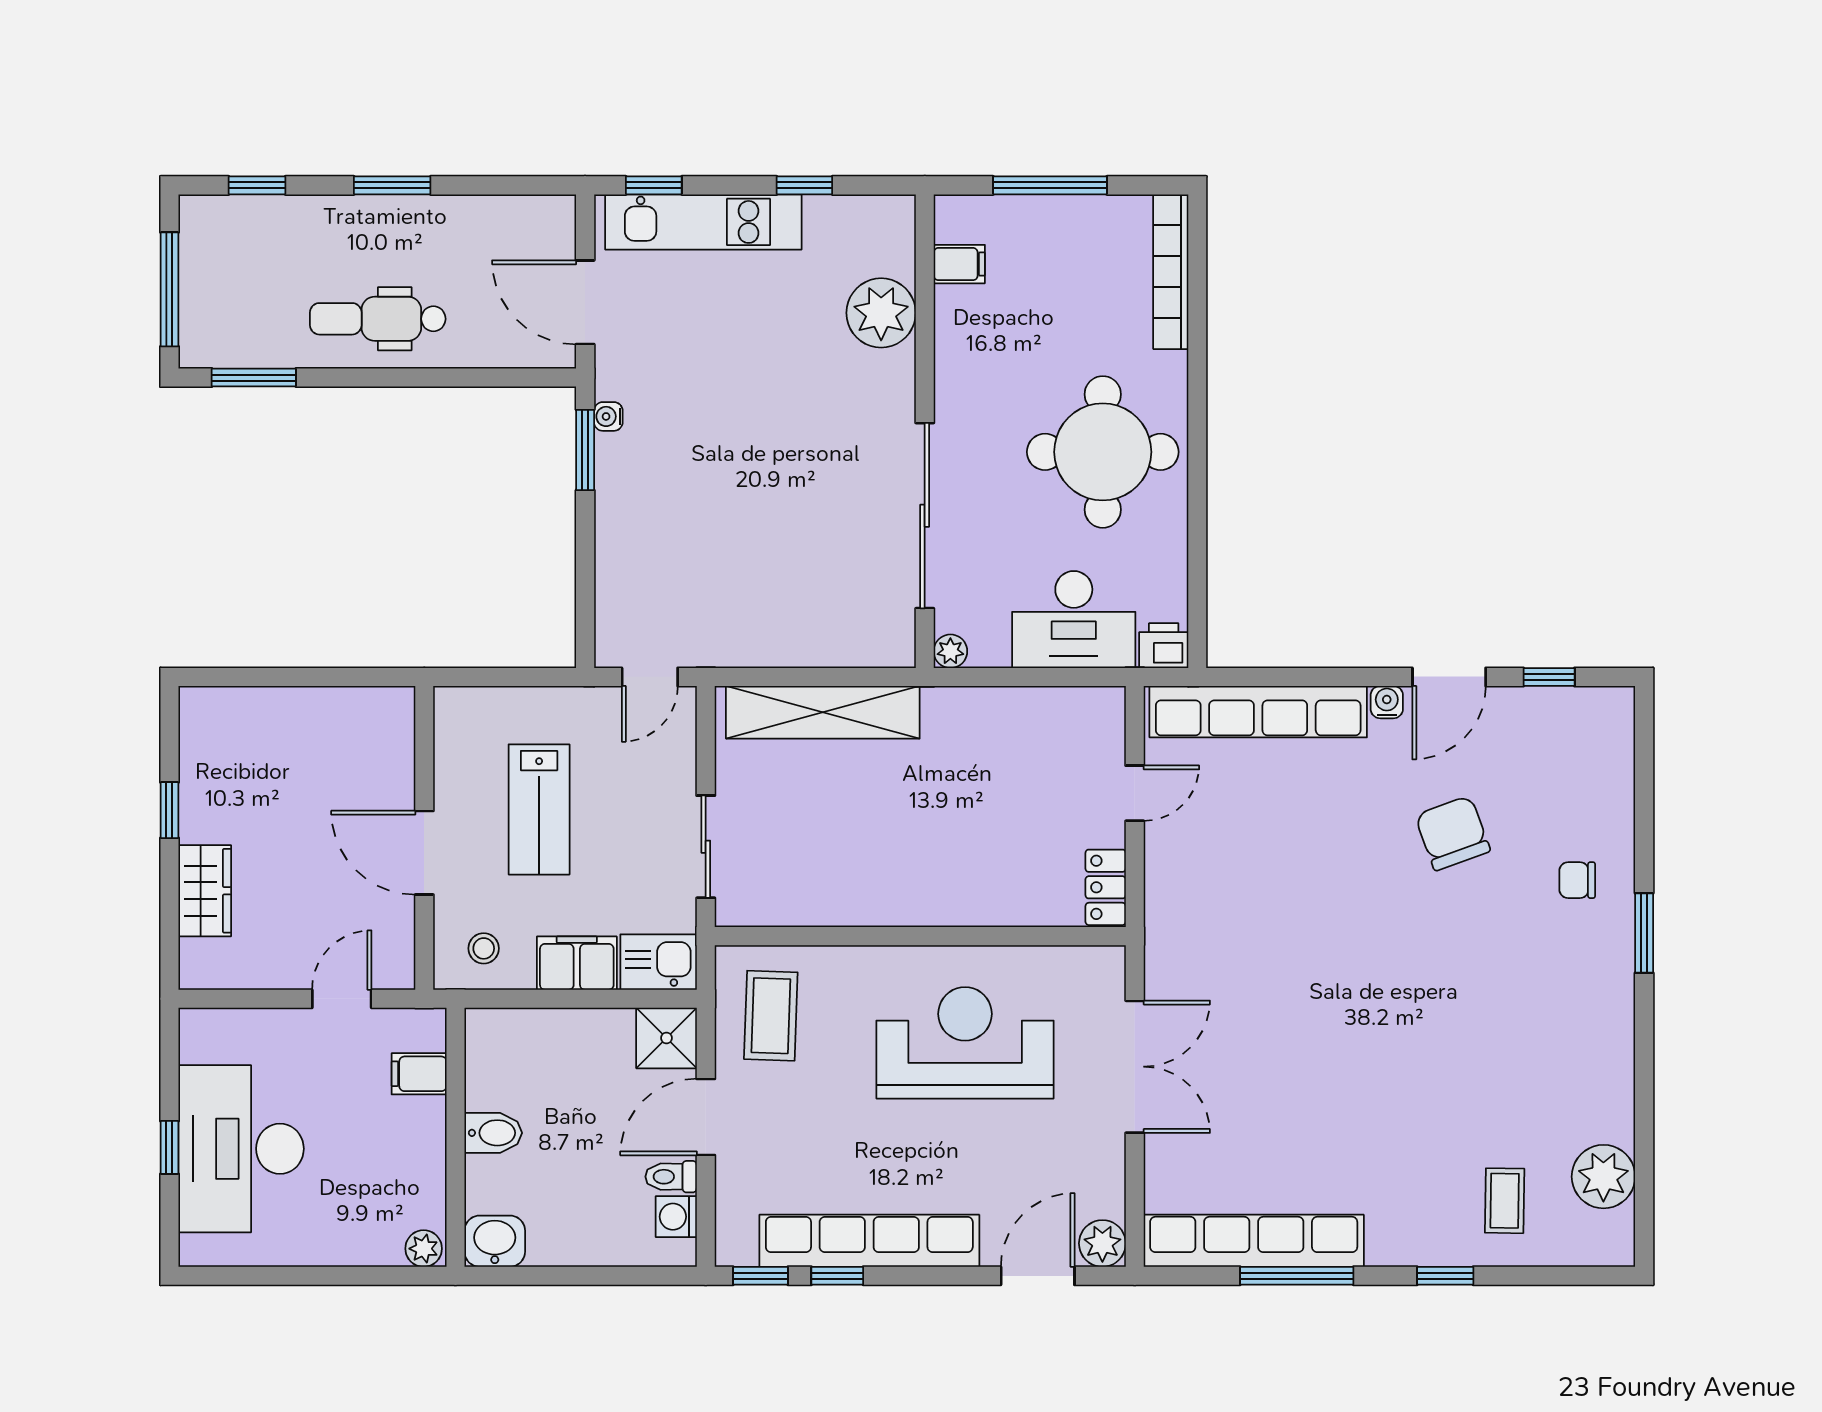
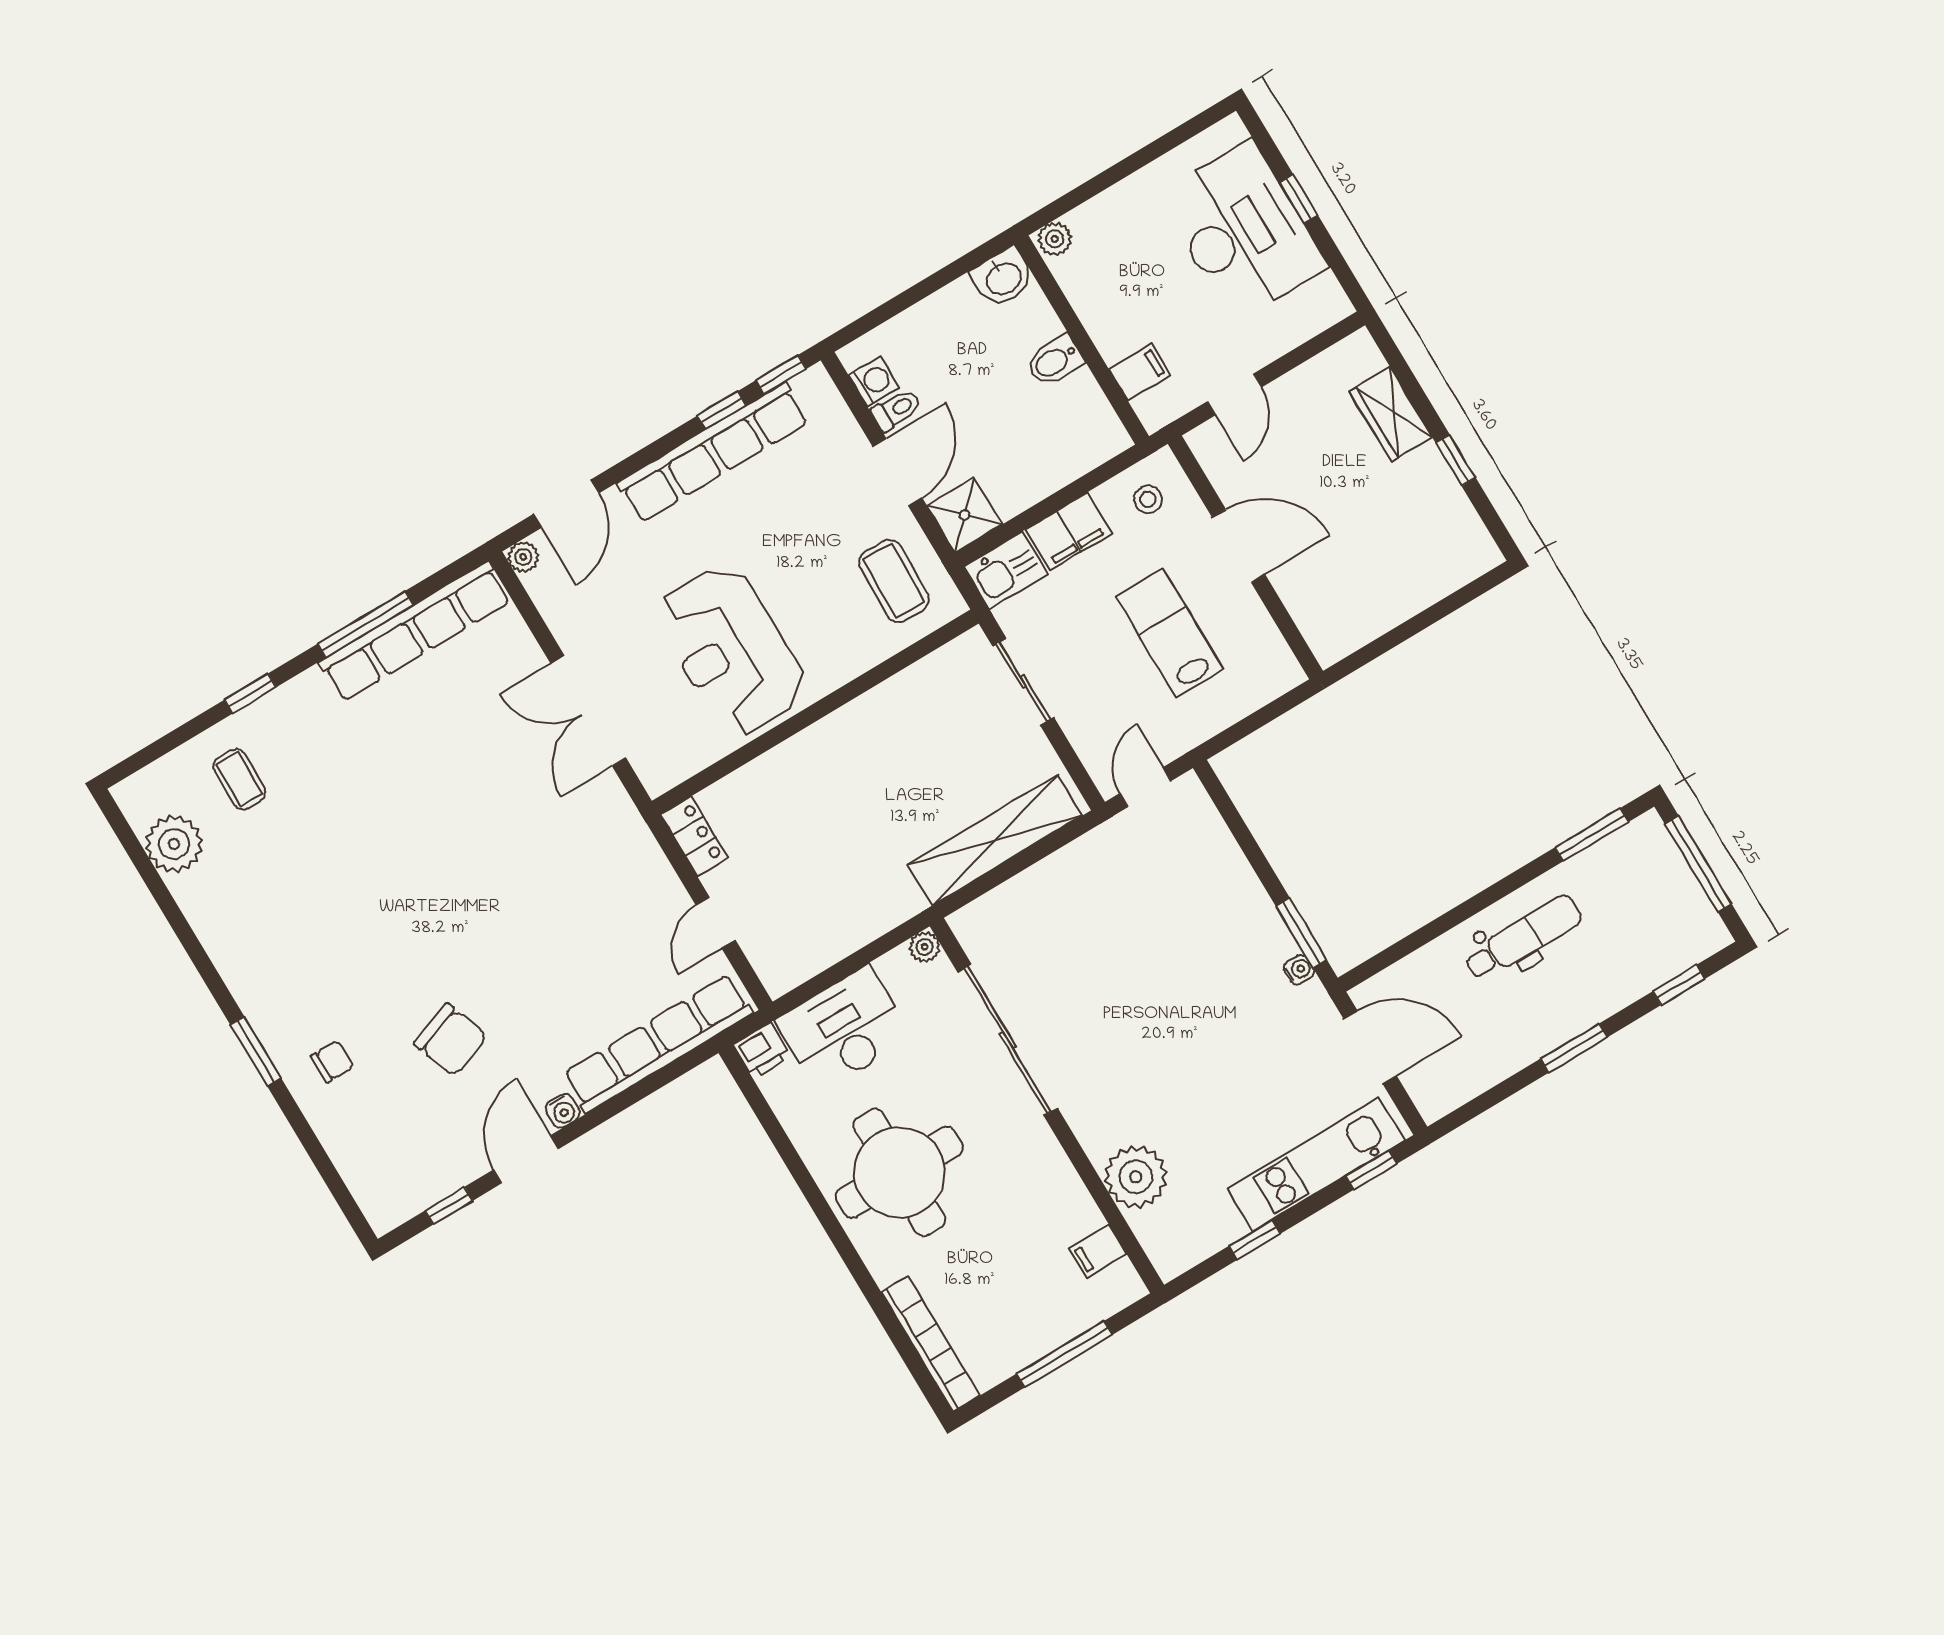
reception desk: (965, 1043) -> (731, 650), turned 90
plant: (1102, 1243) -> (523, 557), width x0.73, depth x0.73

